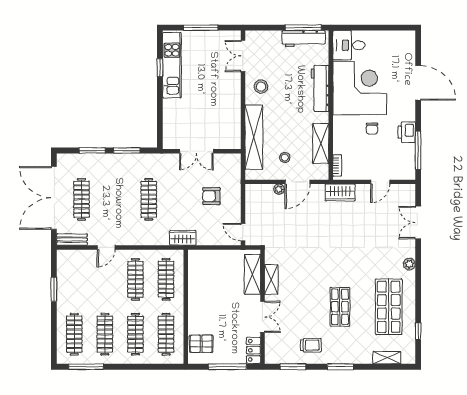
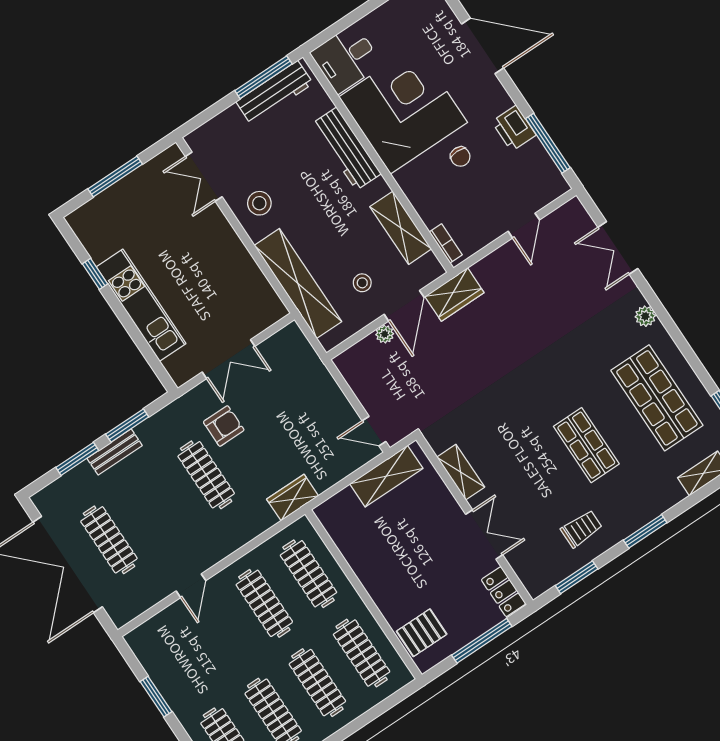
kitchen unit: (172, 65) -> (141, 305), moved
wardrobe: (340, 193) -> (454, 294), moved
armchair: (211, 196) -> (224, 426), moved, turned 180
bench: (72, 240) -> (115, 452), moved
shelving: (252, 274) -> (386, 476), moved, turned 90

